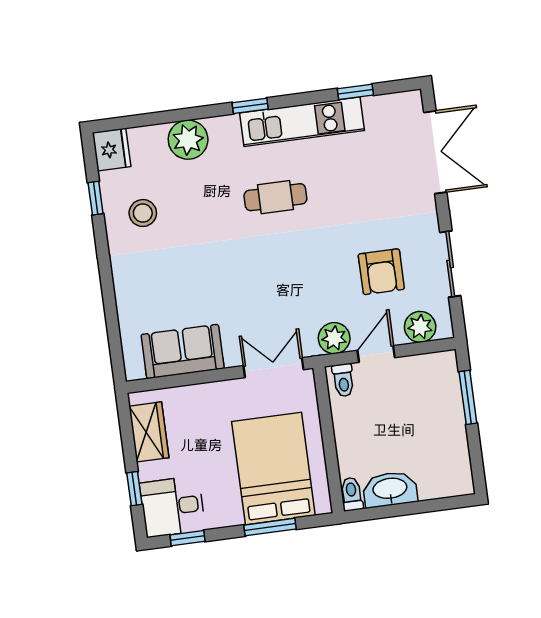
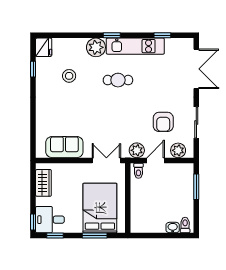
plant: (188, 140) -> (96, 47), moved
stool: (143, 213) -> (69, 76), moved
window: (134, 489) -> (33, 222), moved
washbasin: (390, 489) -> (173, 228), moved, width x0.52, depth x0.69
toilet: (352, 494) -> (185, 225), moved

